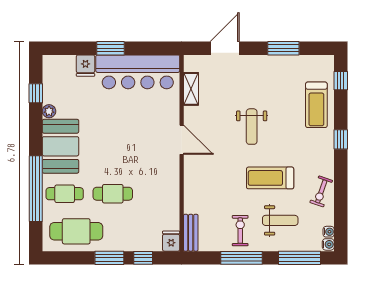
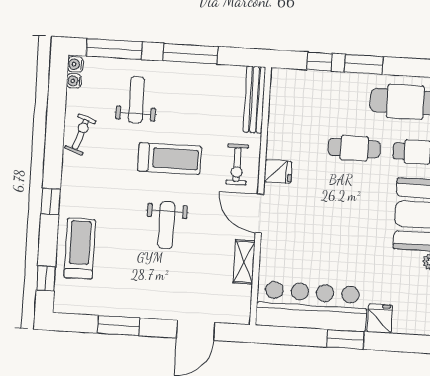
shelving: (191, 89) -> (244, 262), moved
weight bench: (252, 127) -> (166, 225), turned 180
treadmill: (270, 178) -> (169, 159), moved
weight bench: (280, 220) -> (137, 100), turned 90
exercise bike: (240, 231) -> (237, 164), moved
bench: (191, 233) -> (254, 100), width x1.36
fridge: (171, 241) -> (278, 172), moved, turned -90

